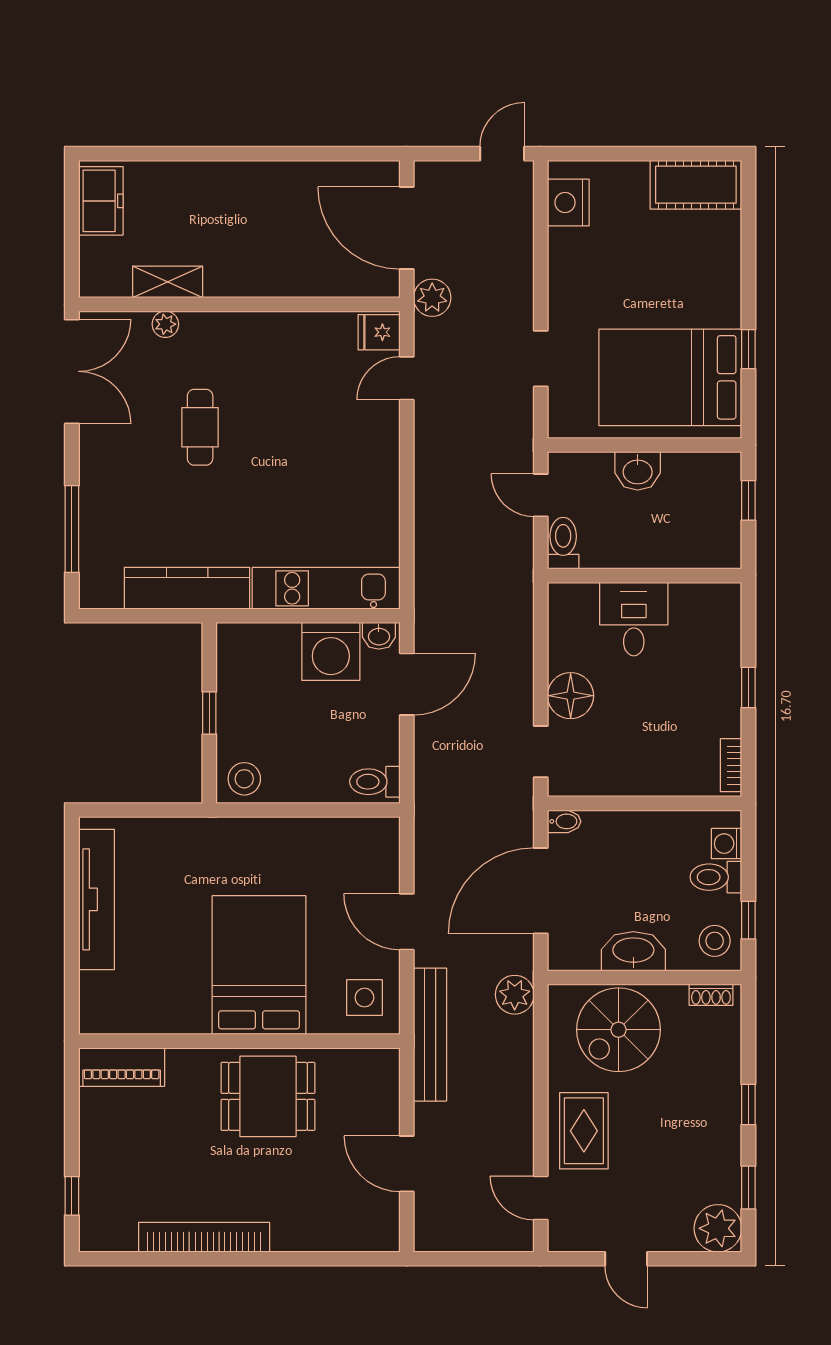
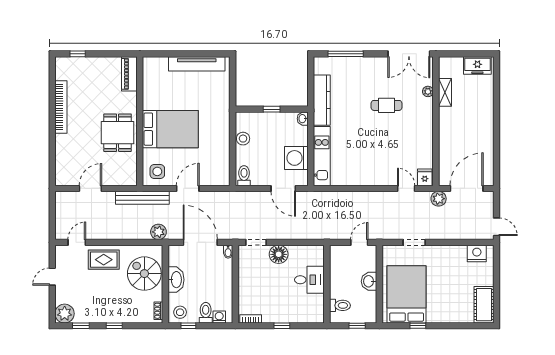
toilet: (563, 543) -> (340, 305), moved
washbasin: (379, 636) -> (303, 119), moved
stool: (244, 779) -> (243, 139), moved

